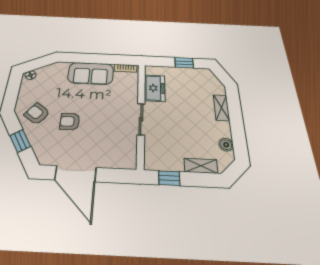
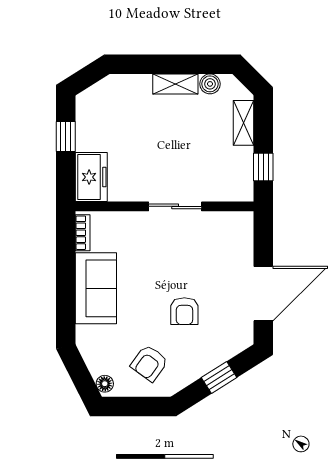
freezer: (155, 88) -> (91, 177), moved, turned 90
shelving: (221, 108) -> (175, 84), moved
armchair: (37, 114) -> (149, 363), moved

